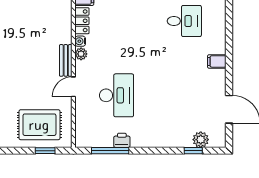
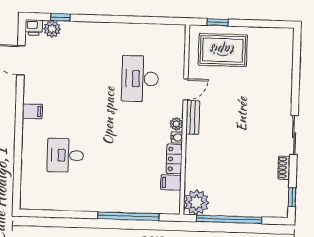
printer: (122, 140) -> (34, 28), moved
window: (110, 151) -> (149, 20), removed

